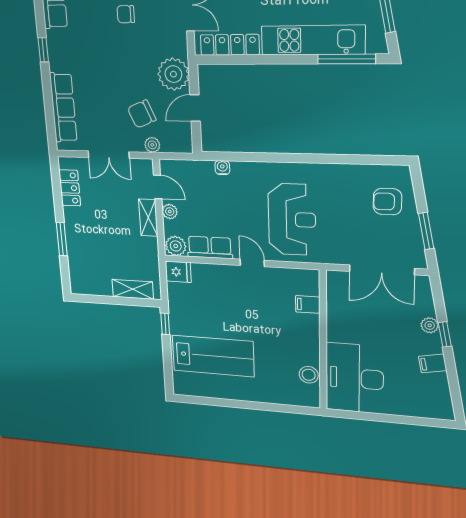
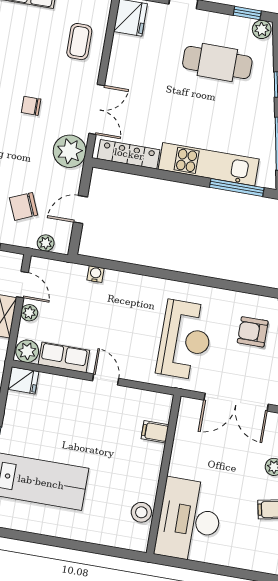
plant: (173, 74) -> (70, 151), moved
plant: (152, 145) -> (46, 243), moved
reception desk: (292, 220) -> (185, 340), moved

